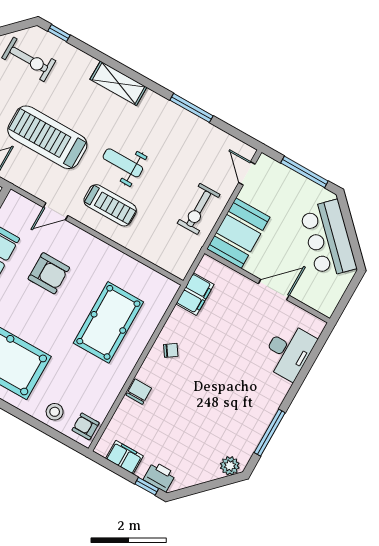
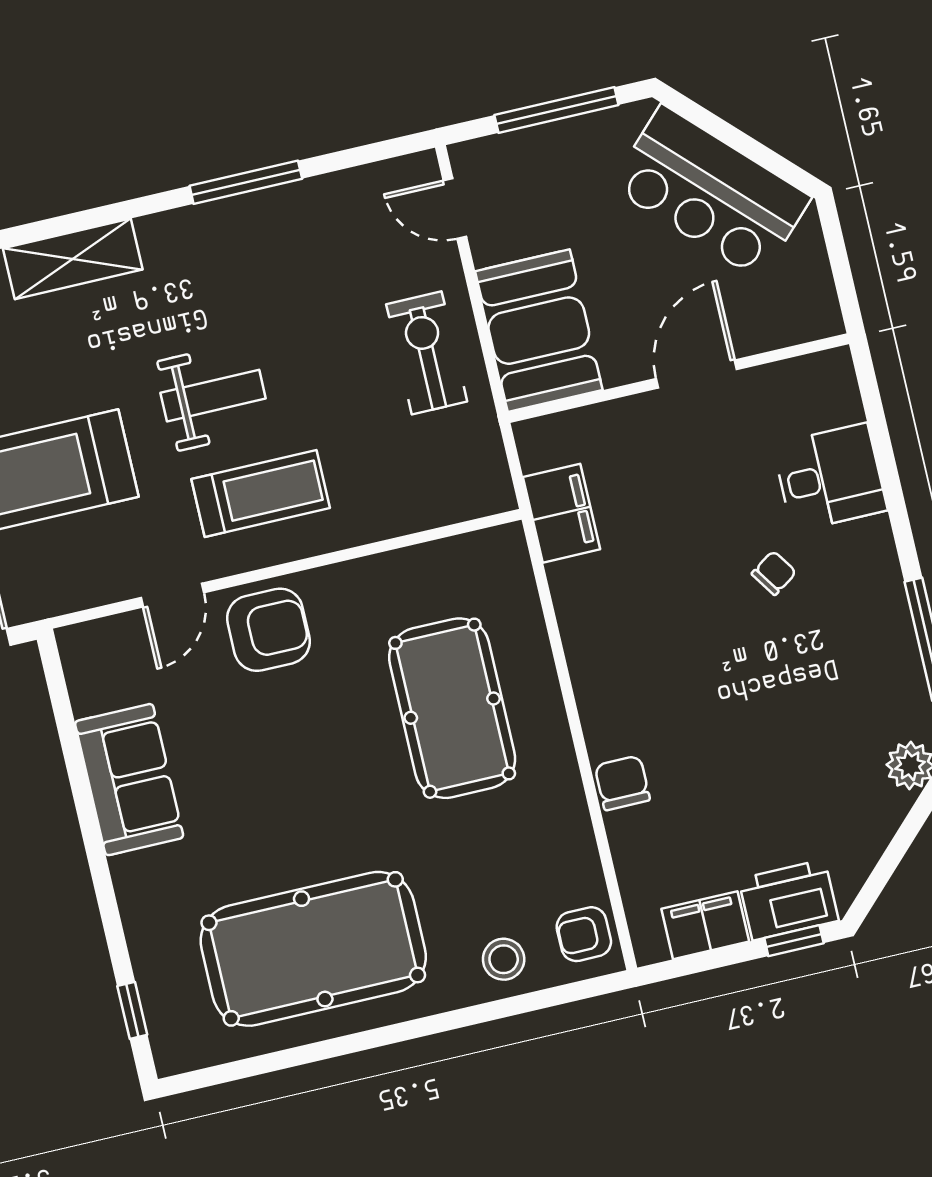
weight bench: (123, 163) -> (213, 396), turned 180
exercise bike: (199, 209) -> (427, 353), turned 180
armchair: (49, 273) -> (268, 630), moved
chair: (171, 350) -> (774, 573), moved
desk: (289, 351) -> (830, 477), width x0.73
printer: (160, 477) -> (789, 900), width x1.37, depth x1.19

